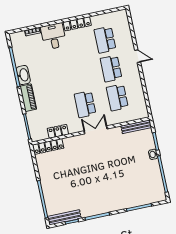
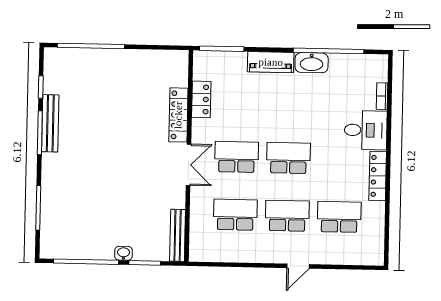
school desk: (79, 75) -> (288, 158), added
locker: (48, 146) -> (178, 115), moved
bench: (64, 217) -> (50, 123), moved

